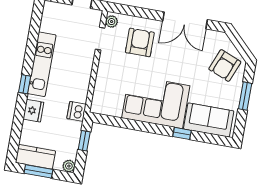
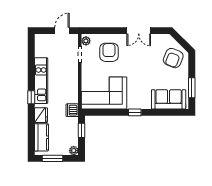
double door: (185, 20) -> (139, 31), width x0.73
window: (245, 96) -> (192, 88), moved
corner sofa: (156, 102) -> (104, 93), moved
window: (182, 133) -> (135, 112), moved
kitchen counter: (35, 157) -> (41, 137), moved, turned 90

